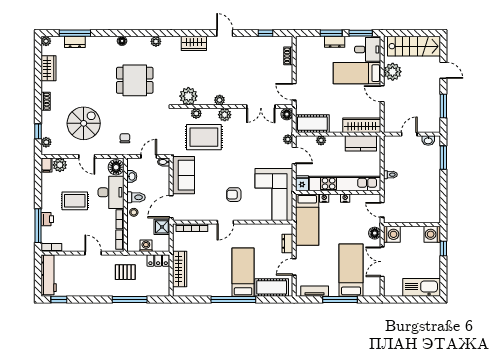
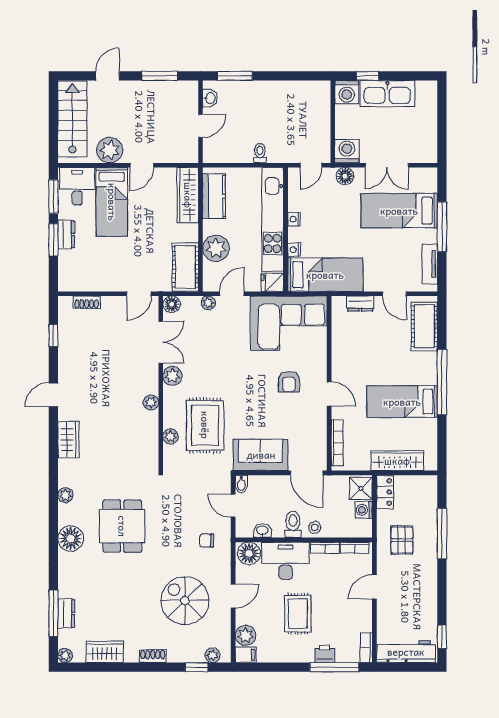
floor lamp: (122, 41) -> (71, 539), width x1.89, depth x1.89
plant: (188, 96) -> (145, 448), removed
plant: (225, 115) -> (172, 376), moved
door: (409, 134) -> (201, 126), swing flipped
plant: (321, 140) -> (216, 248), width x1.87, depth x1.87
shower: (162, 227) -> (361, 488), moved
bed: (243, 272) -> (402, 402), moved
kitchen sink: (422, 287) -> (387, 94), moved, turned -90

